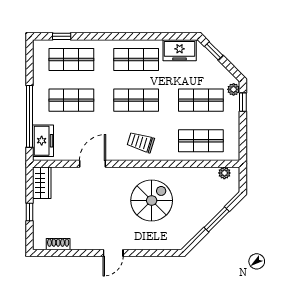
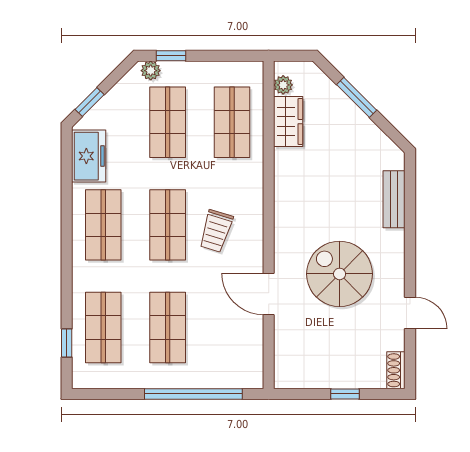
freezer: (43, 141) -> (232, 373), removed
trolley: (141, 142) -> (216, 231), moved
wardrobe: (42, 183) -> (288, 122), moved, turned 90
spiral stairs: (152, 200) -> (340, 274), moved
bench: (152, 243) -> (394, 199), added
shoe rack: (58, 244) -> (396, 370), moved
door: (113, 253) -> (410, 313), moved

